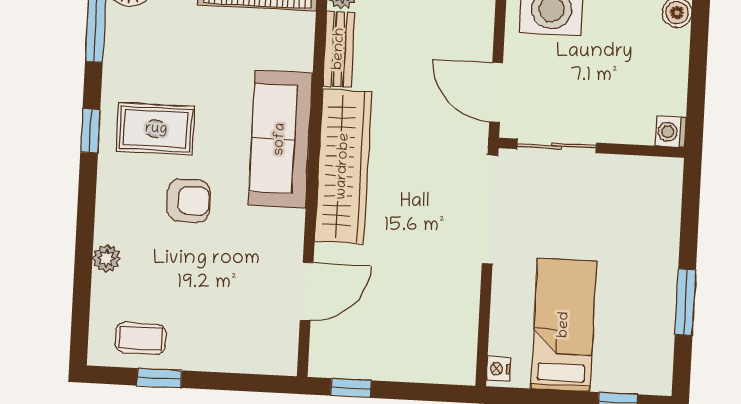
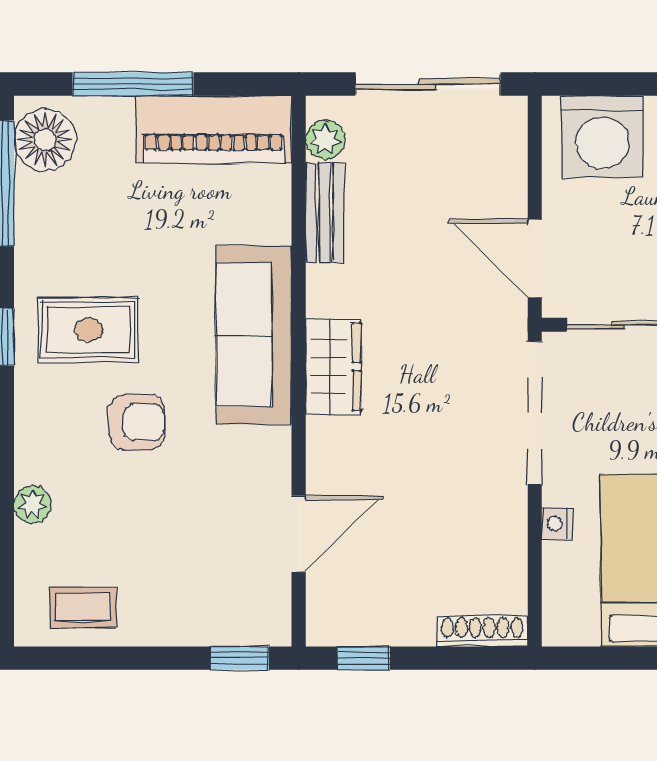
wardrobe: (343, 166) -> (333, 367), width x0.48, depth x0.85
nightstand: (498, 369) -> (557, 524), moved
shoe rack: (442, 372) -> (482, 631), added
window: (159, 378) -> (240, 658), moved

